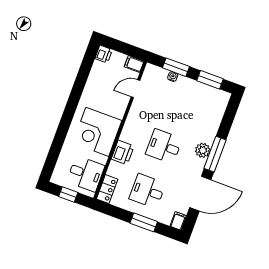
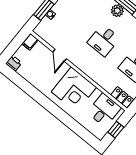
door: (135, 89) -> (60, 55), moved
printer: (123, 153) -> (97, 75), removed

